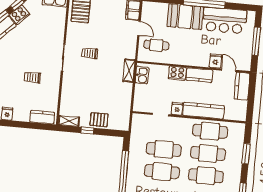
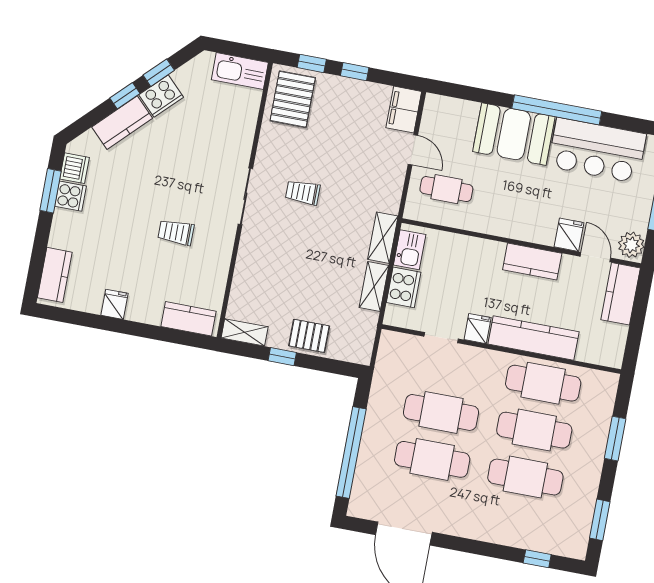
plant: (245, 63) -> (631, 245), added
cooker: (177, 73) -> (404, 287), moved, turned -90
shelving: (127, 94) -> (374, 287), added

